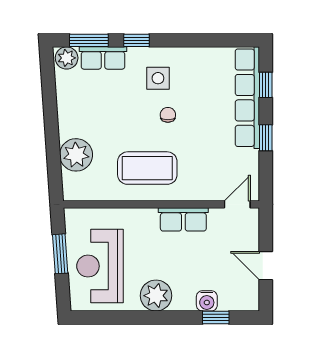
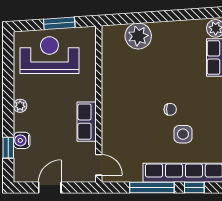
side table: (158, 78) -> (183, 134), moved
window: (266, 138) -> (152, 188), width x2.17
coffee table: (147, 168) -> (128, 93), removed
plant: (156, 296) -> (20, 106), width x0.53, depth x0.53

